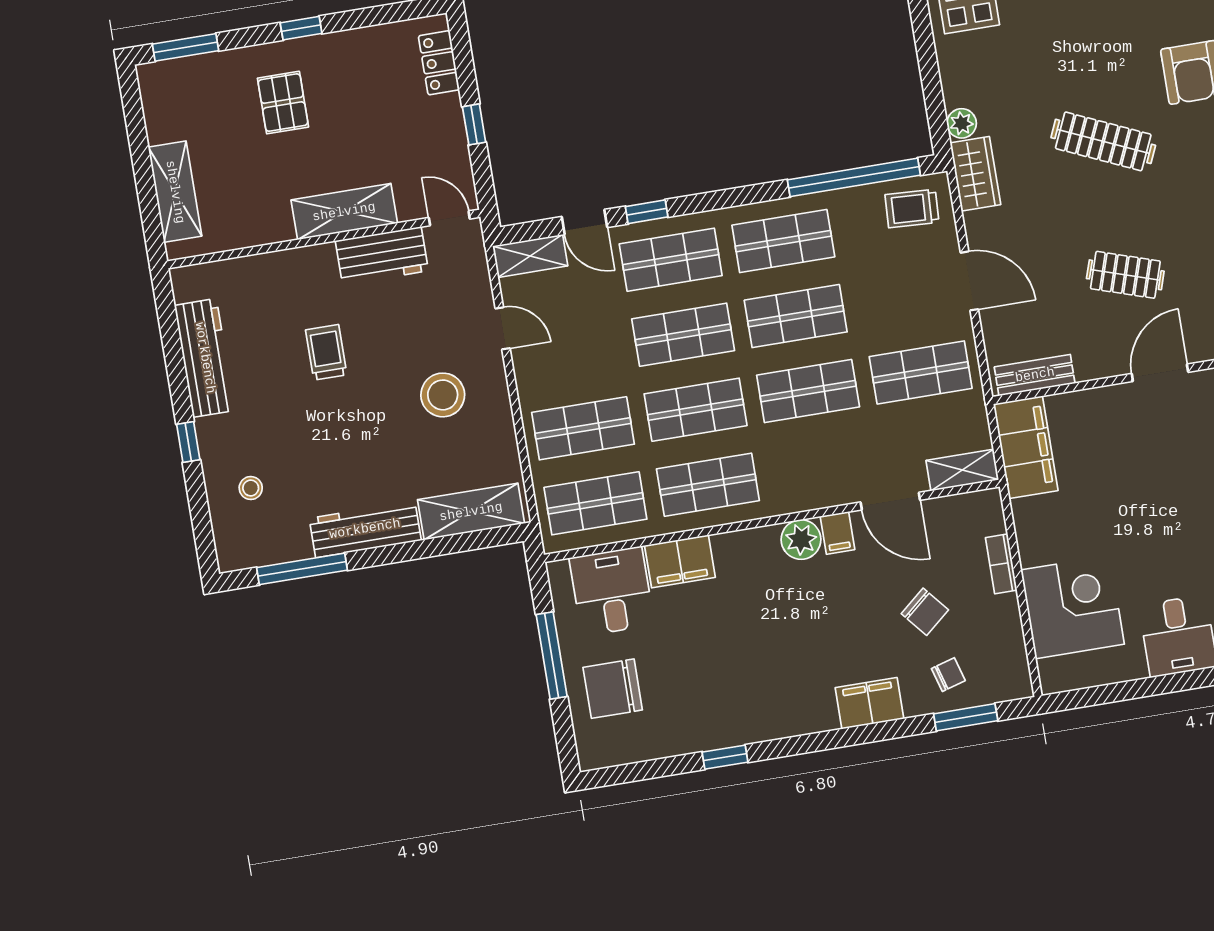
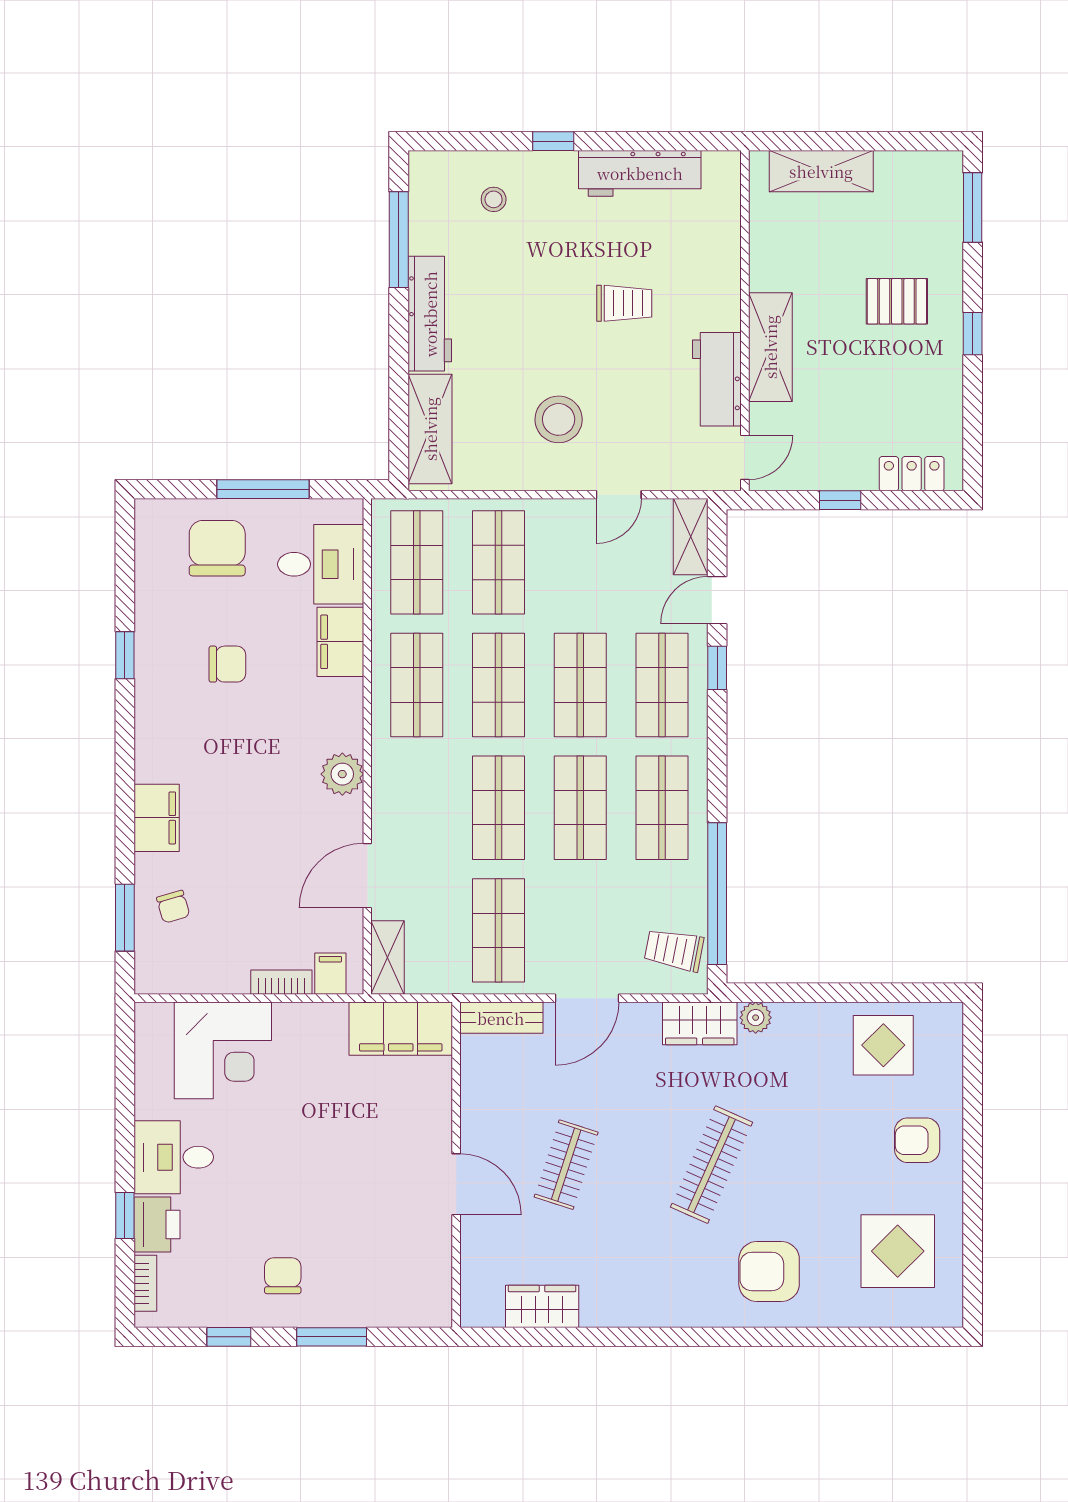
trolley: (912, 208) -> (674, 950), turned -82
bench: (1035, 375) -> (501, 1018), moved, turned 90
filing cabinet: (837, 533) -> (330, 974), moved, turned 90
chair: (925, 612) -> (227, 664), moved, turned -140

